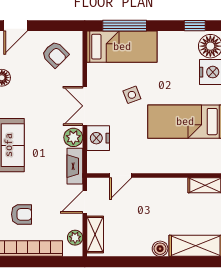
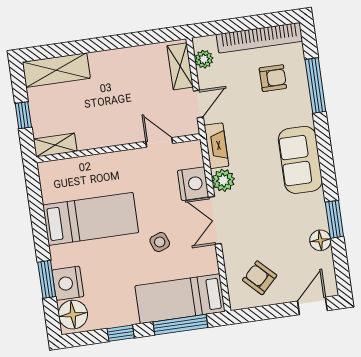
window: (195, 26) -> (121, 333), moved
double door: (85, 106) -> (215, 220), swing flipped
door: (121, 175) -> (159, 142), hinge flipped
armchair: (21, 214) -> (273, 78), turned 180
boiler: (160, 249) -> (99, 60), removed

